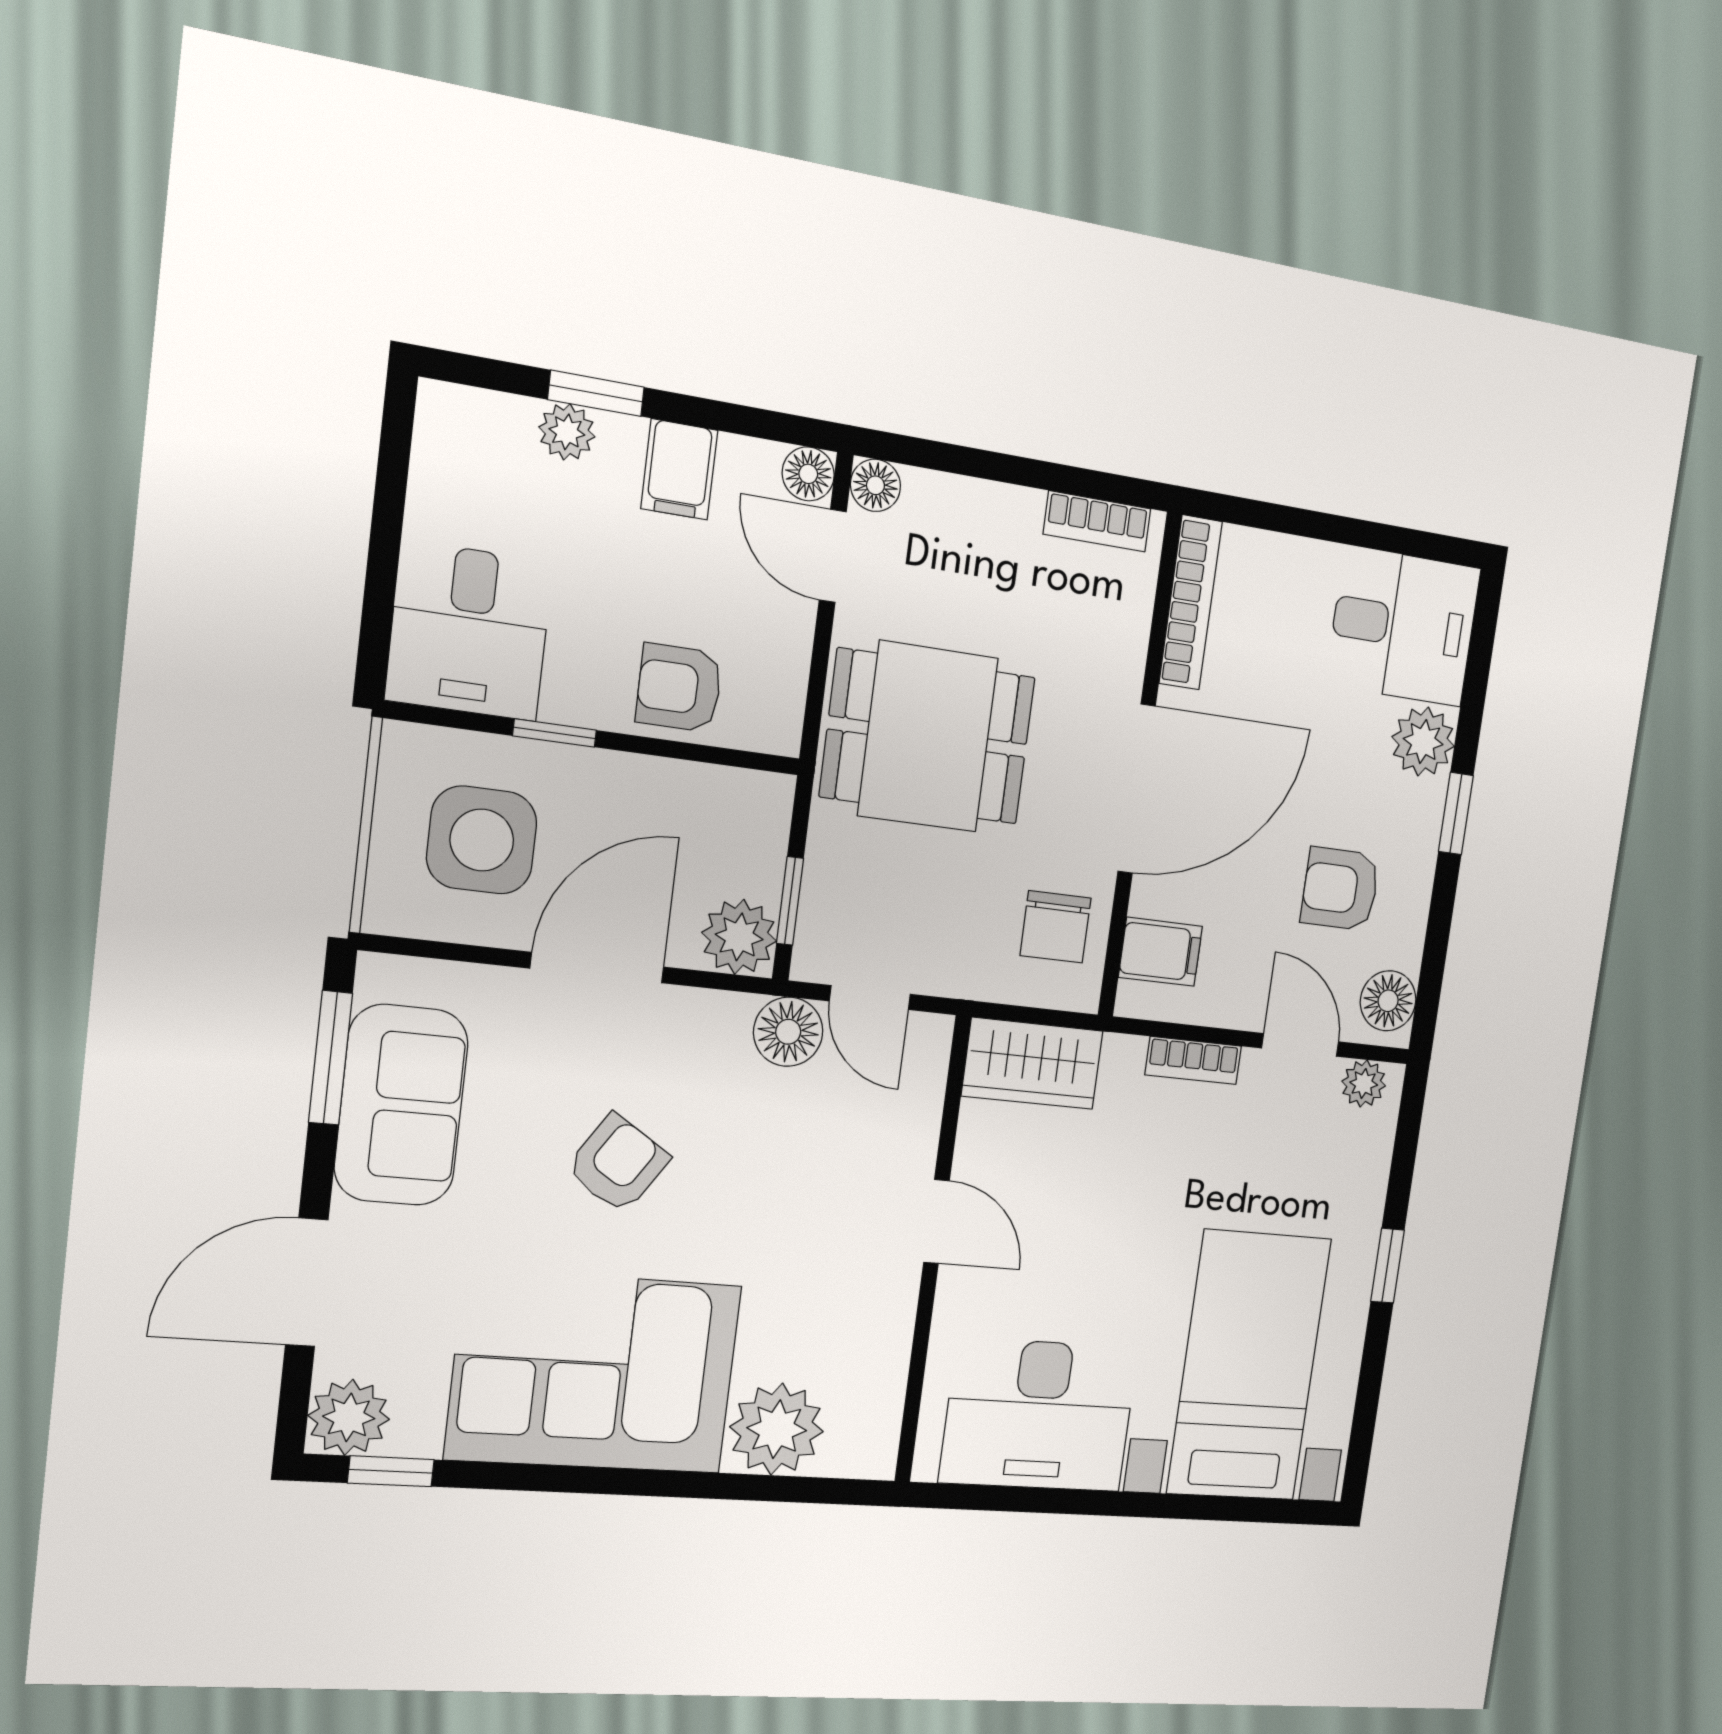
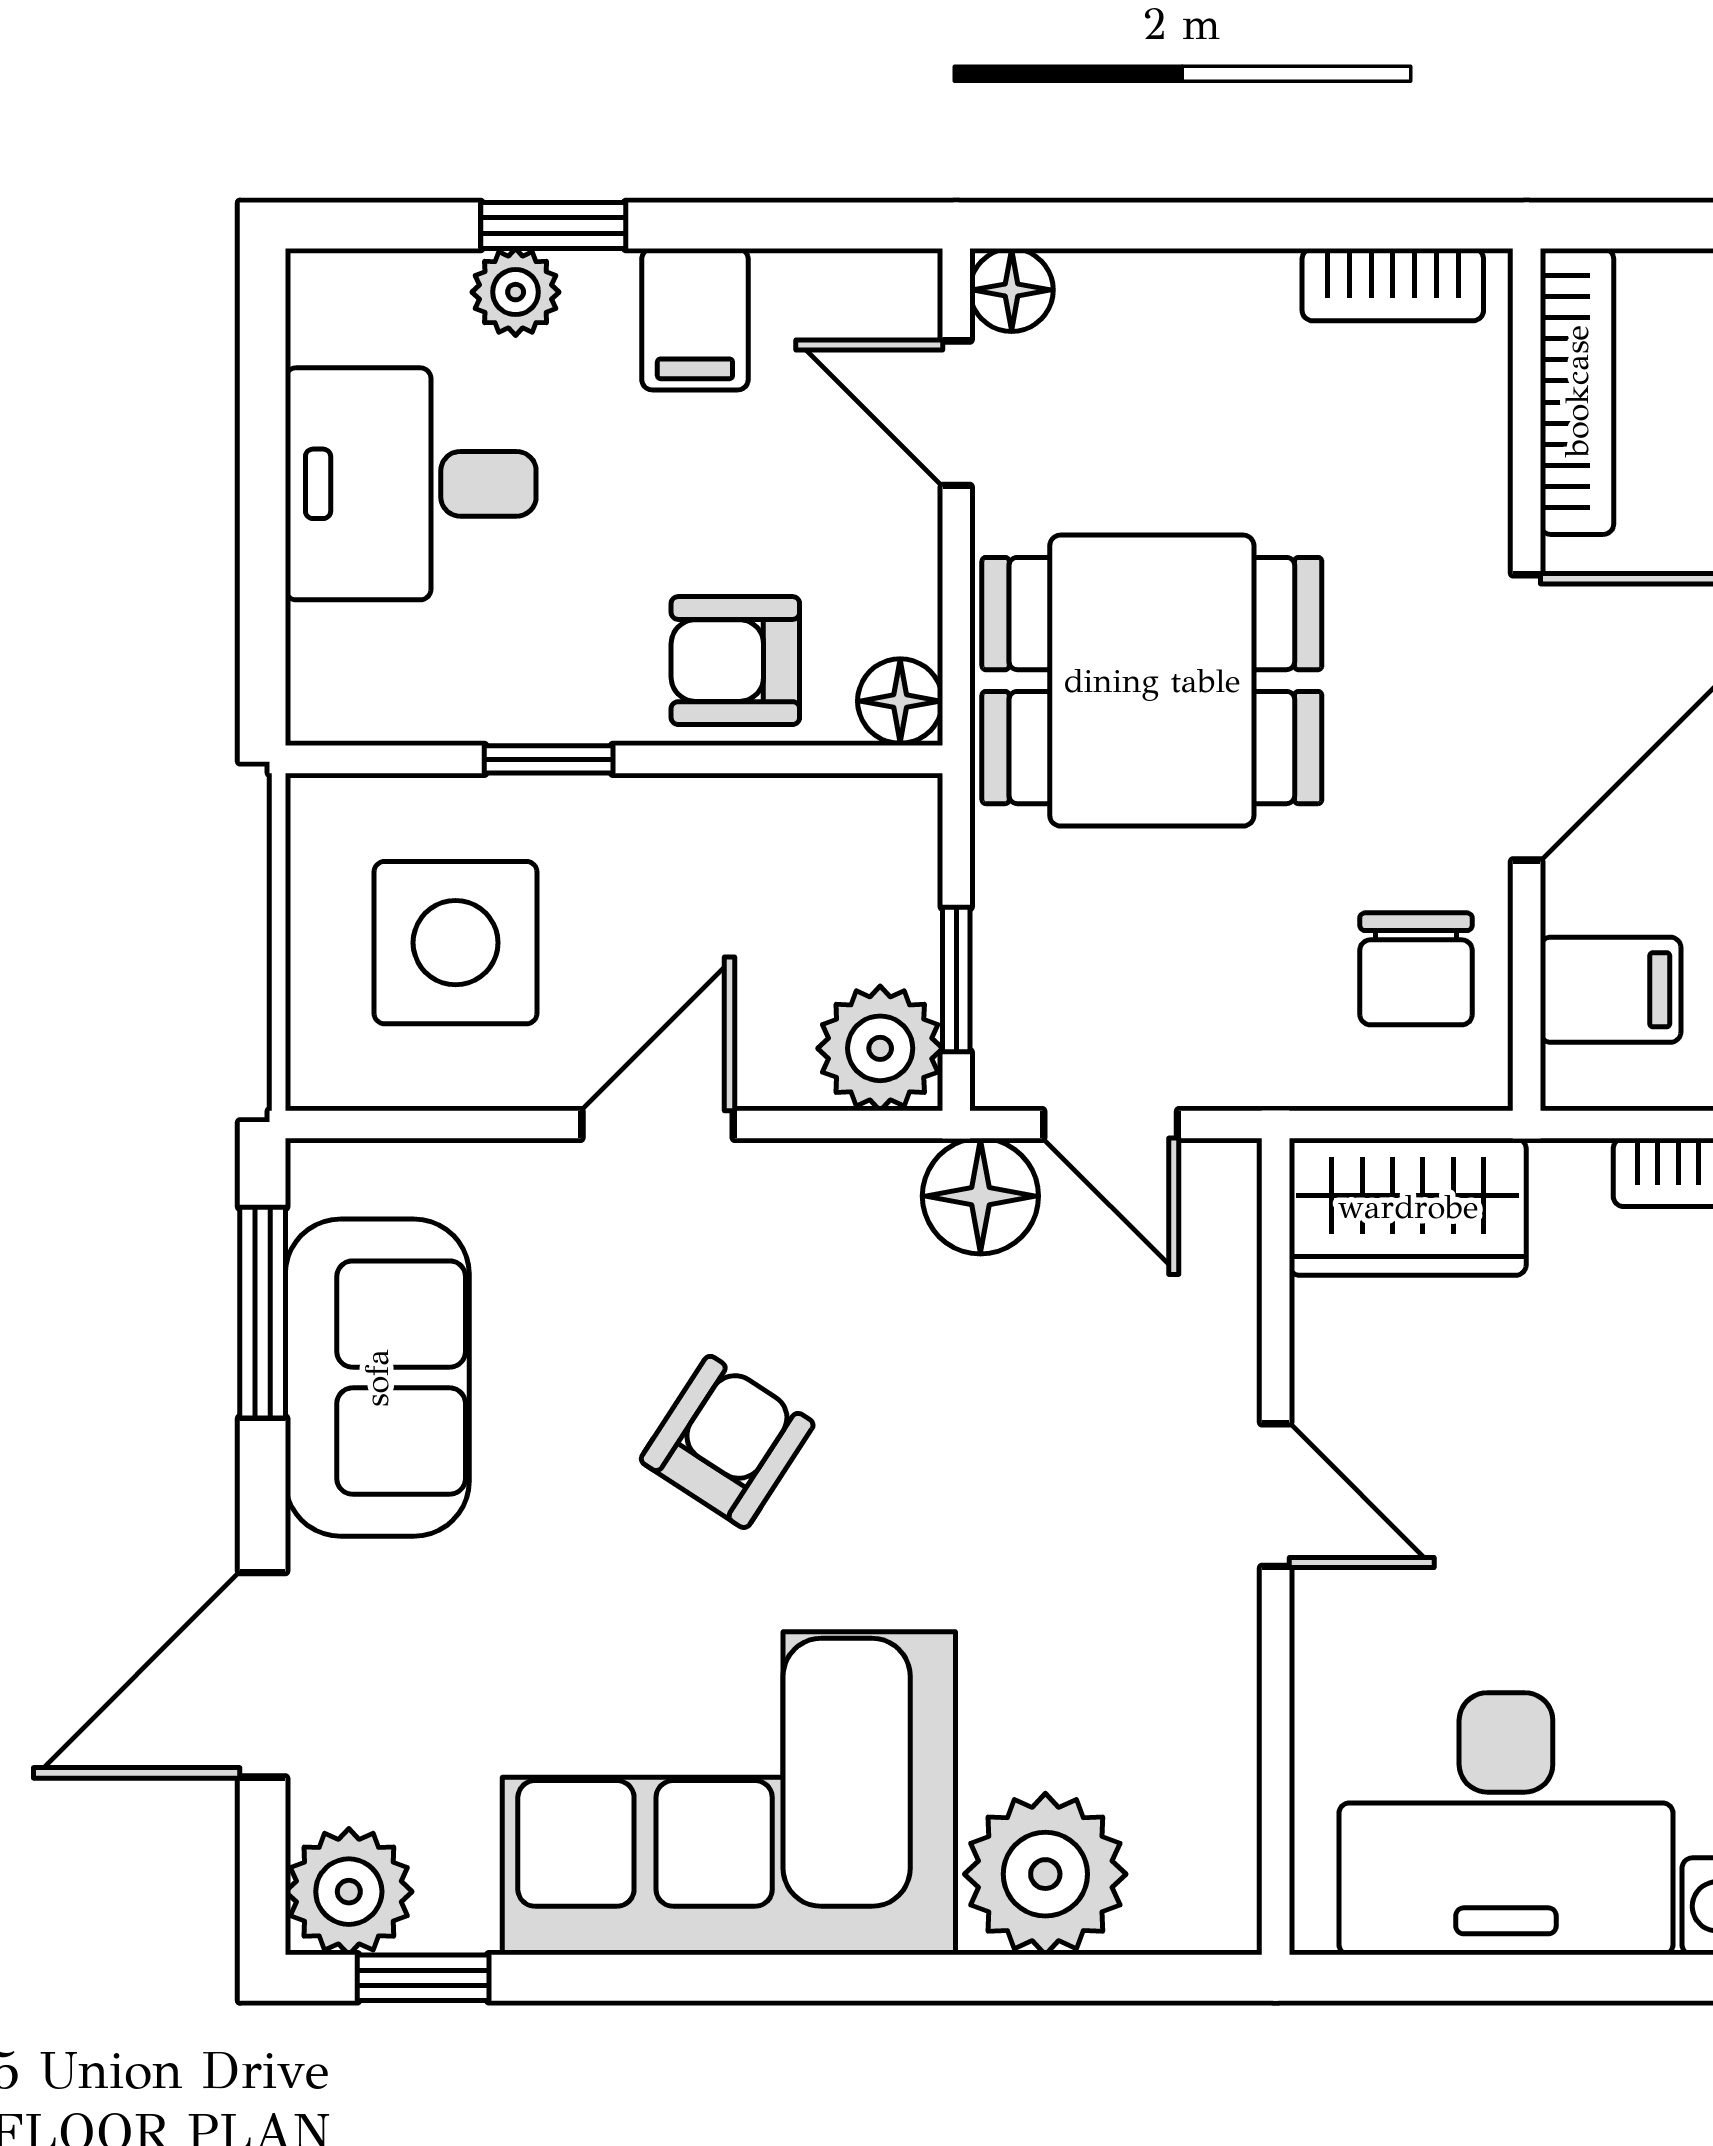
floor lamp: (808, 474) -> (900, 701), moved
desk: (469, 631) -> (411, 484), moved, turned 90
door: (597, 968) -> (658, 1124), width x0.73

